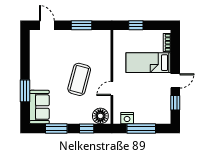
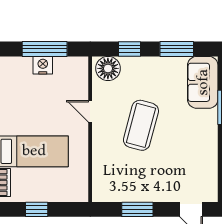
window: (136, 25) -> (37, 209), moved
door: (112, 88) -> (90, 111), swing flipped
nightstand: (127, 118) -> (43, 65), moved

